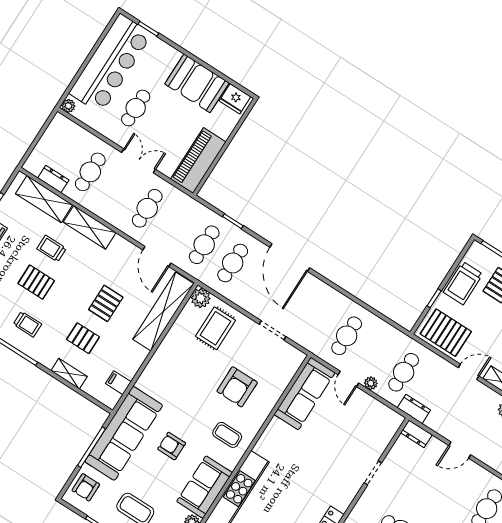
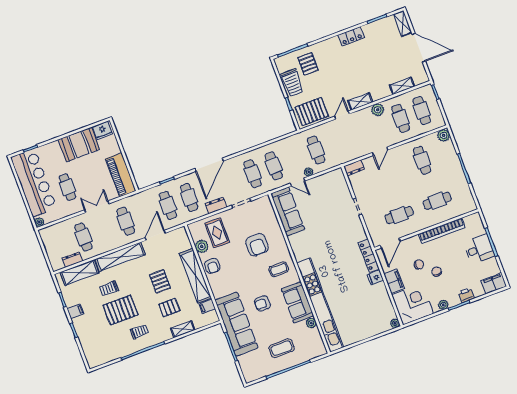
shelving: (90, 227) -> (120, 257), width x1.47
door: (157, 256) -> (155, 235), swing flipped
door: (290, 258) -> (209, 165), hinge flipped
pallet: (36, 282) -> (121, 310), width x1.50, depth x1.42
plant: (201, 298) -> (202, 246), moved
shelving: (163, 311) -> (195, 276), moved
cafe table: (318, 318) -> (253, 174), added
dresser: (414, 409) -> (216, 205), moved
armchair: (86, 487) -> (212, 266), moved

